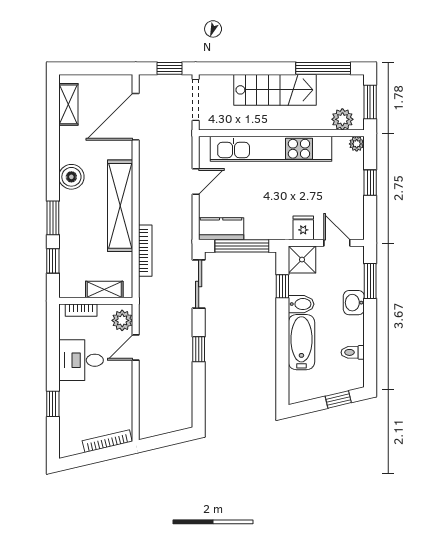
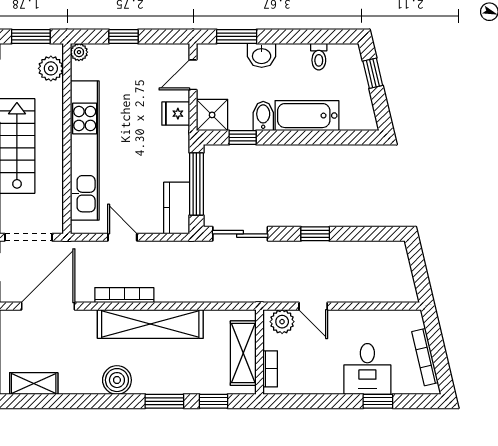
door: (136, 117) -> (48, 306), swing flipped
bookcase: (145, 251) -> (124, 295), moved
shelving: (104, 289) -> (243, 353), width x1.50, depth x1.33
desk: (81, 360) -> (367, 369), moved
bookcase: (107, 441) -> (425, 357), moved

